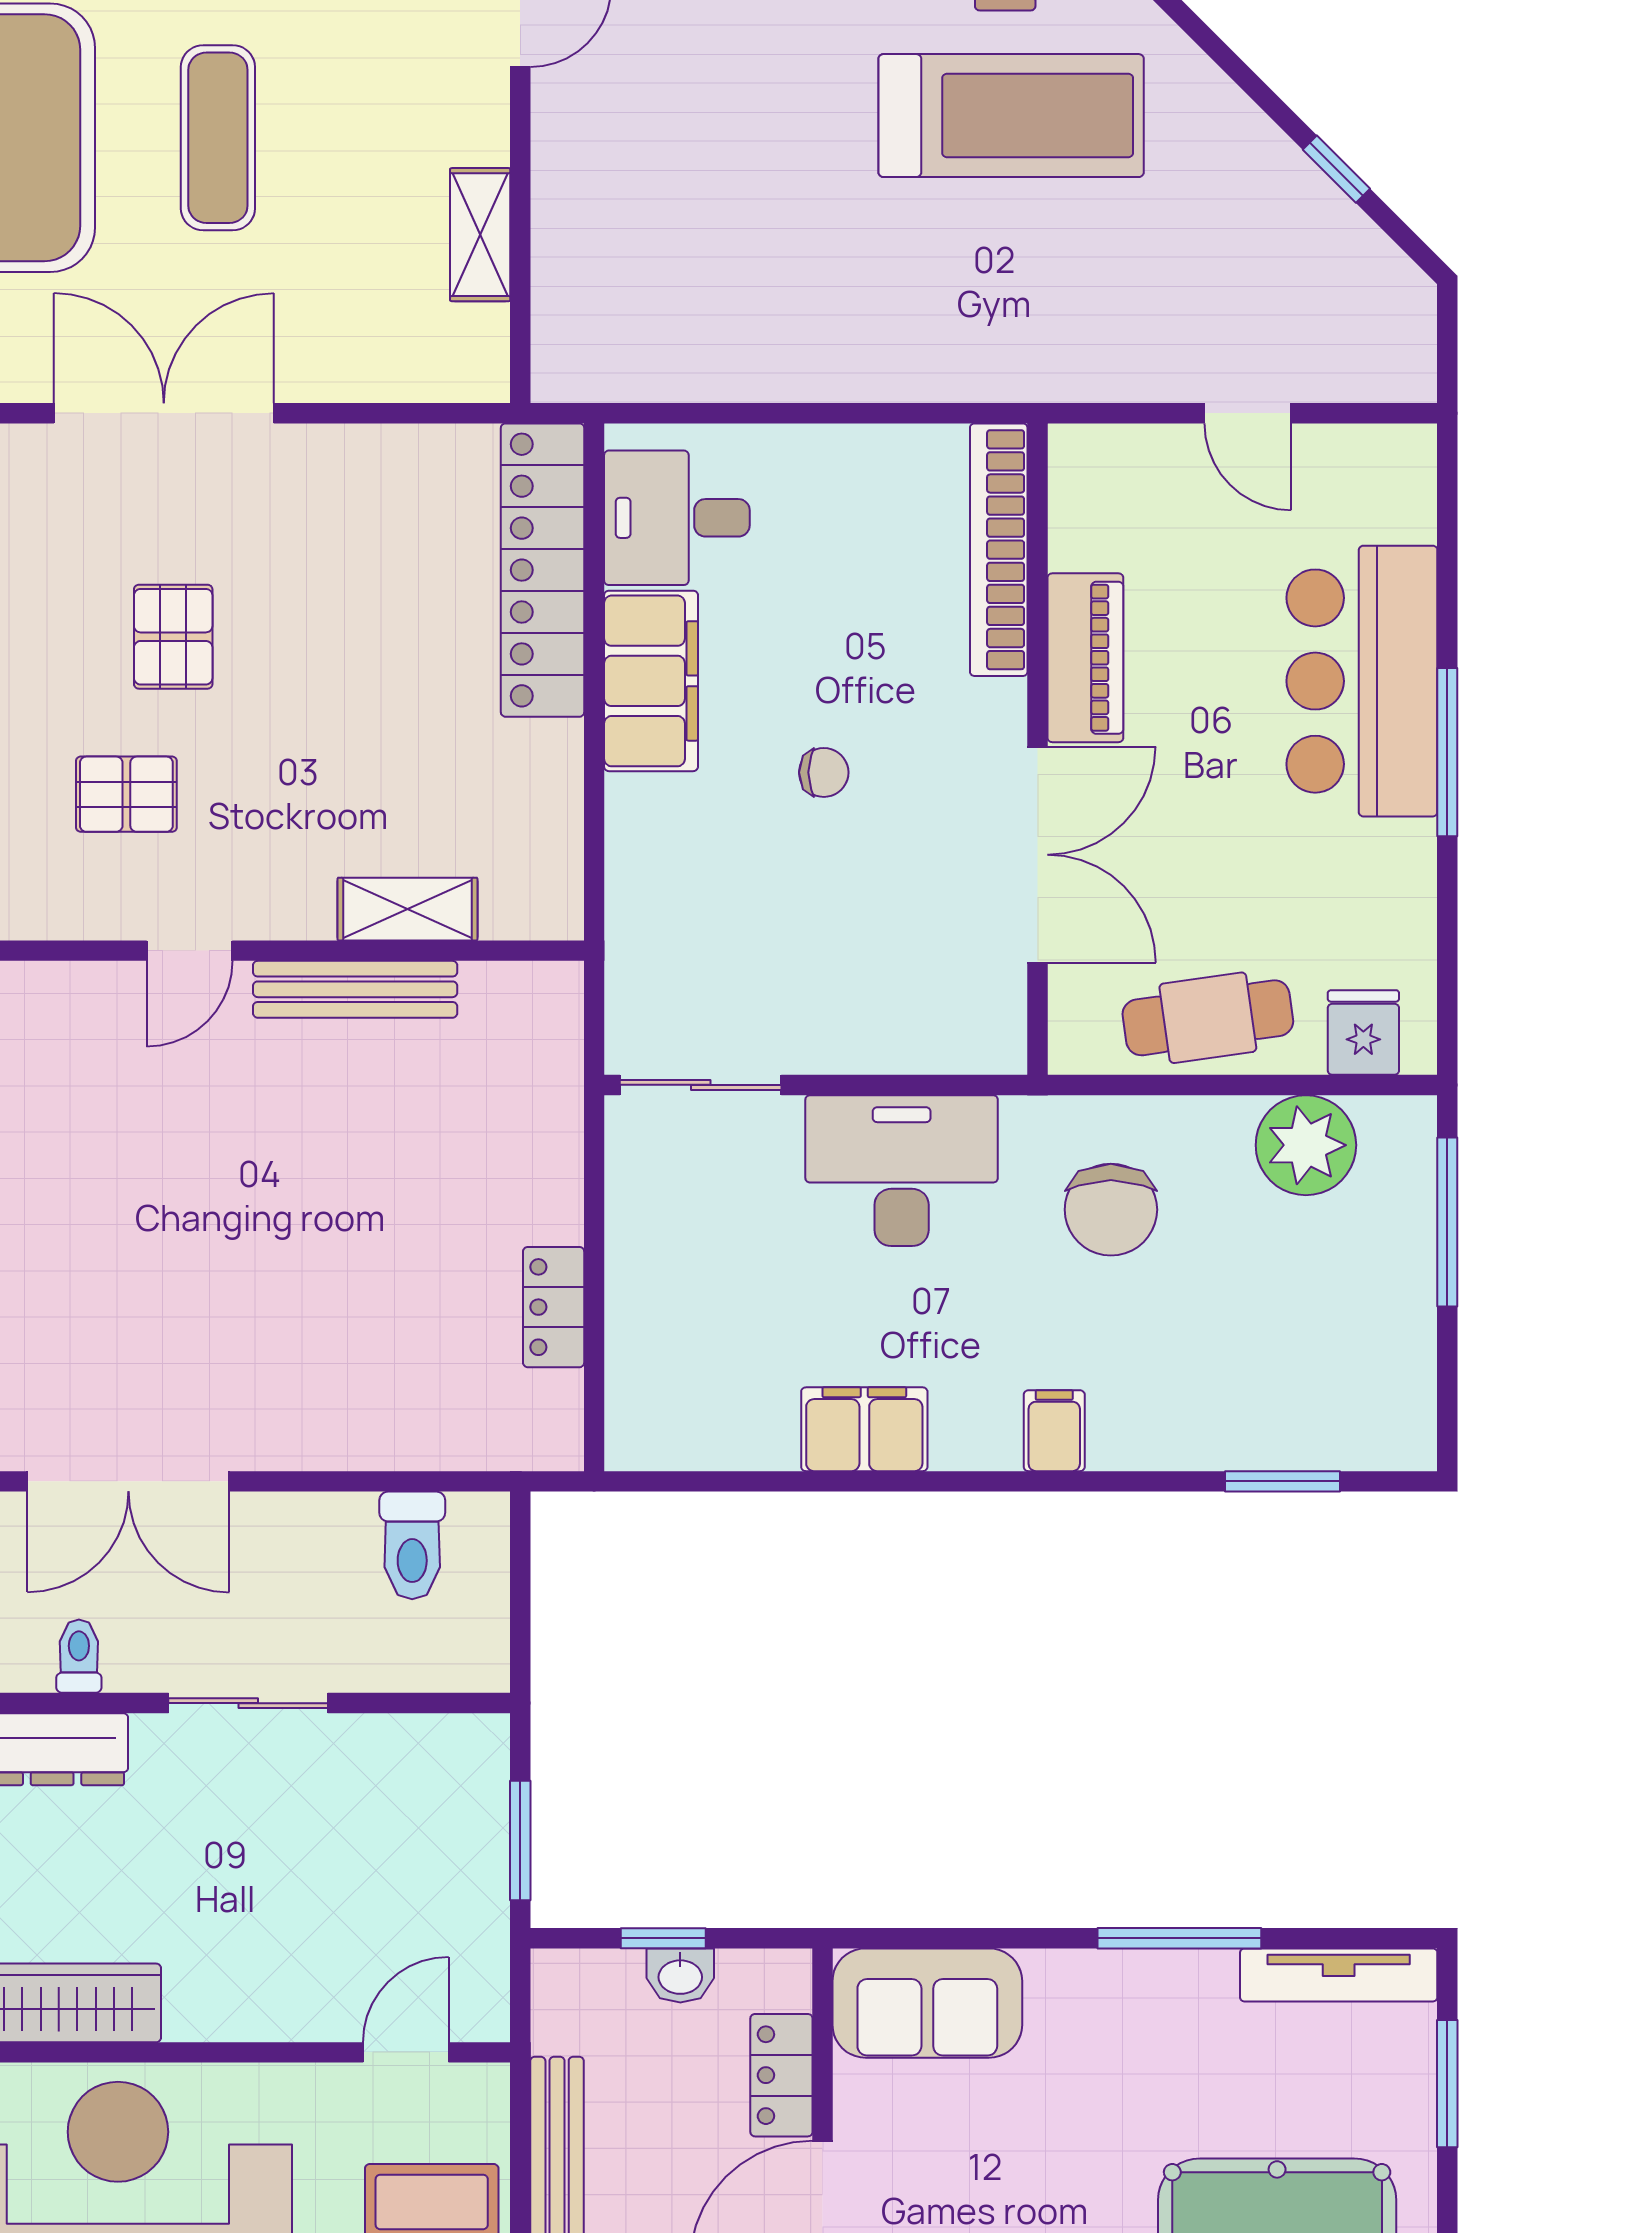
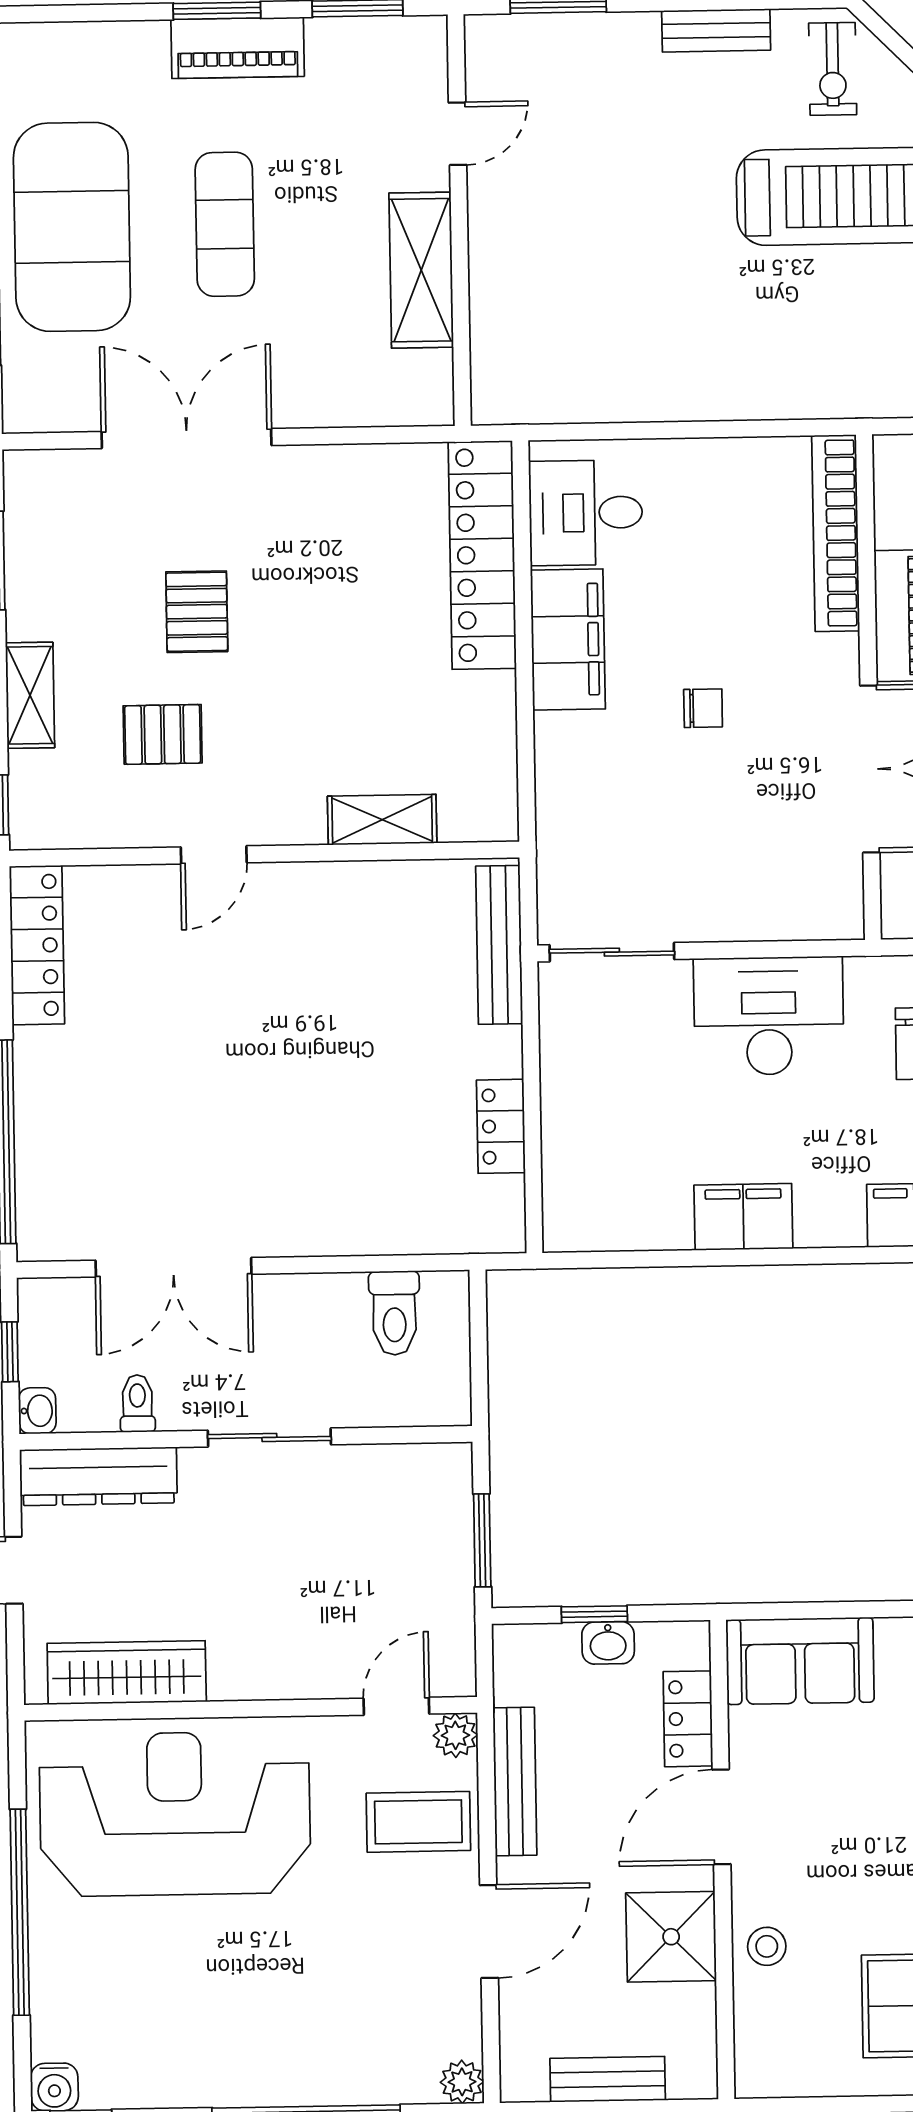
shelving: (480, 235) -> (421, 270), width x1.50, depth x1.33
bench: (355, 989) -> (499, 945), moved, turned 90
plant: (481, 2091) -> (455, 1735), added

